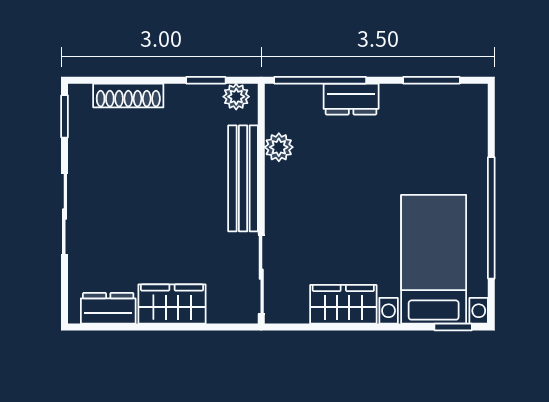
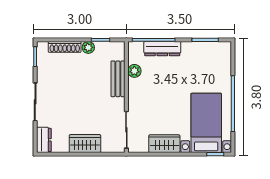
plant: (236, 97) -> (88, 47), moved
dresser: (351, 99) -> (162, 49), width x1.44
bench: (243, 178) -> (118, 79), width x0.73
dresser: (108, 308) -> (44, 140), moved, turned 90

